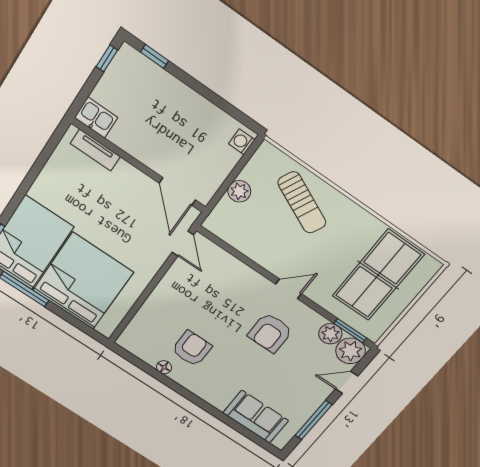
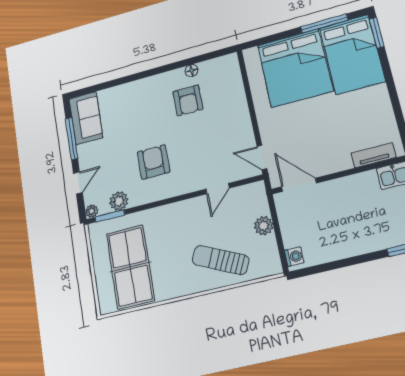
door: (288, 289) -> (217, 189), moved
plant: (351, 351) -> (92, 211), width x0.53, depth x0.53
sofa: (256, 417) -> (86, 118), moved, turned -90

